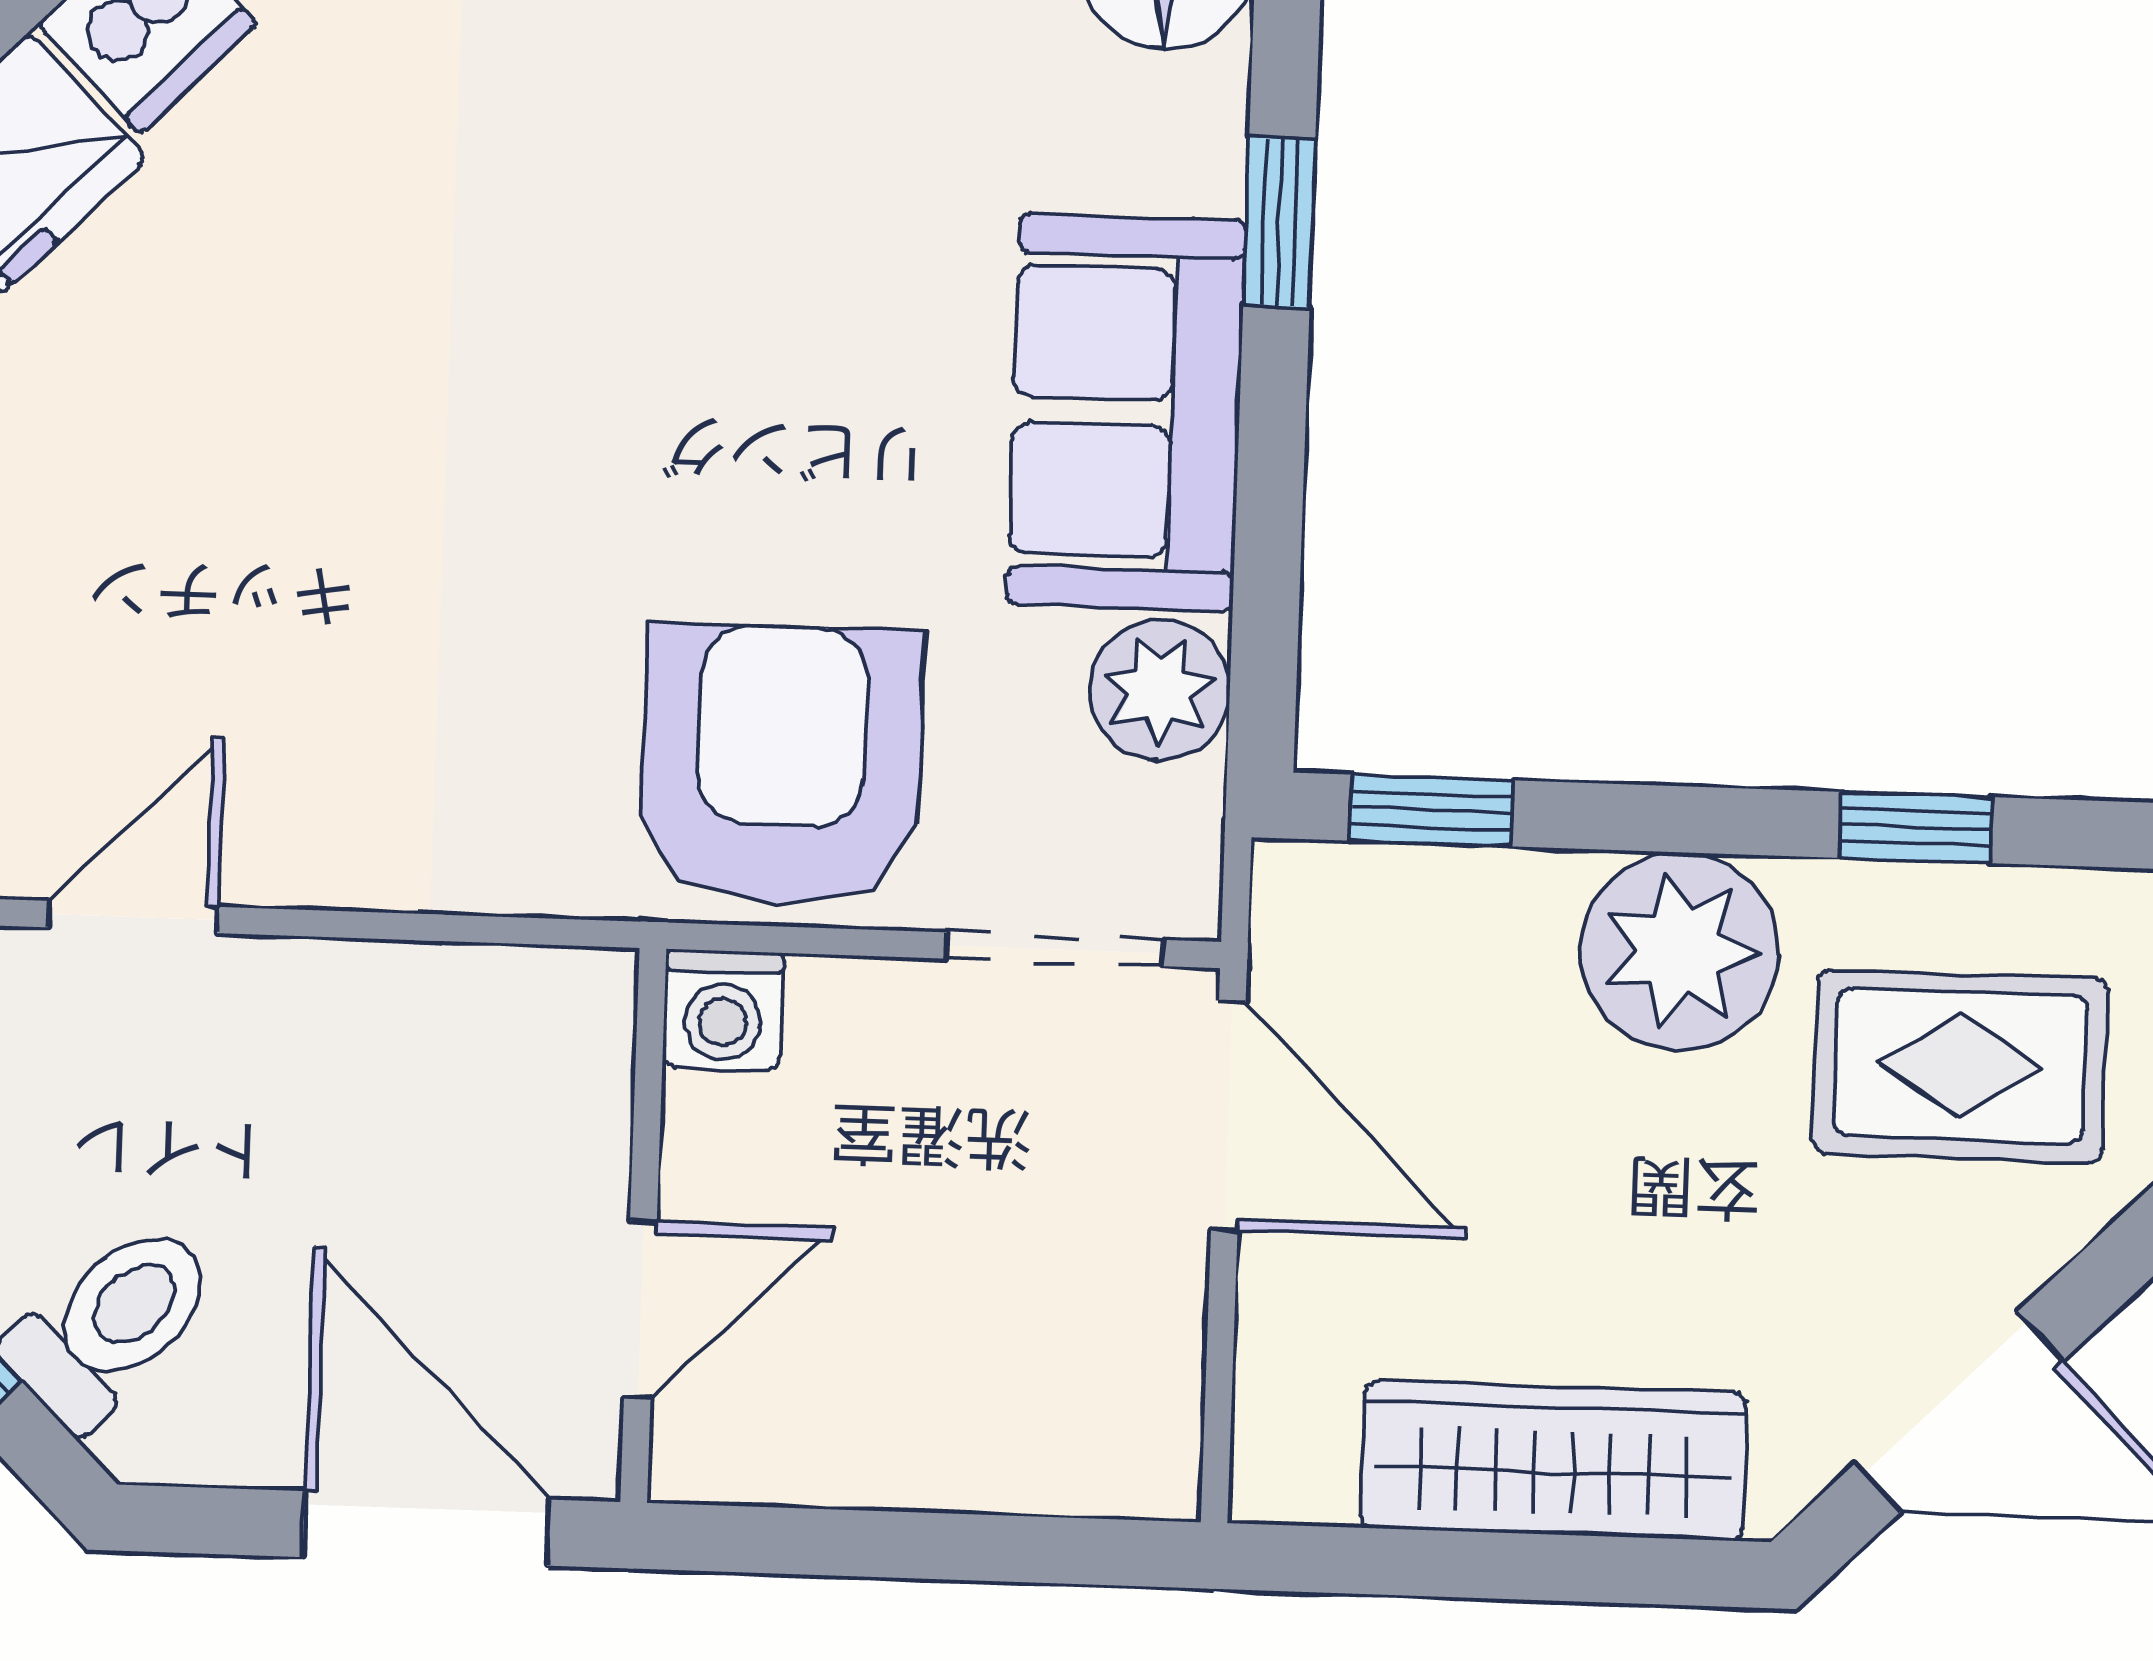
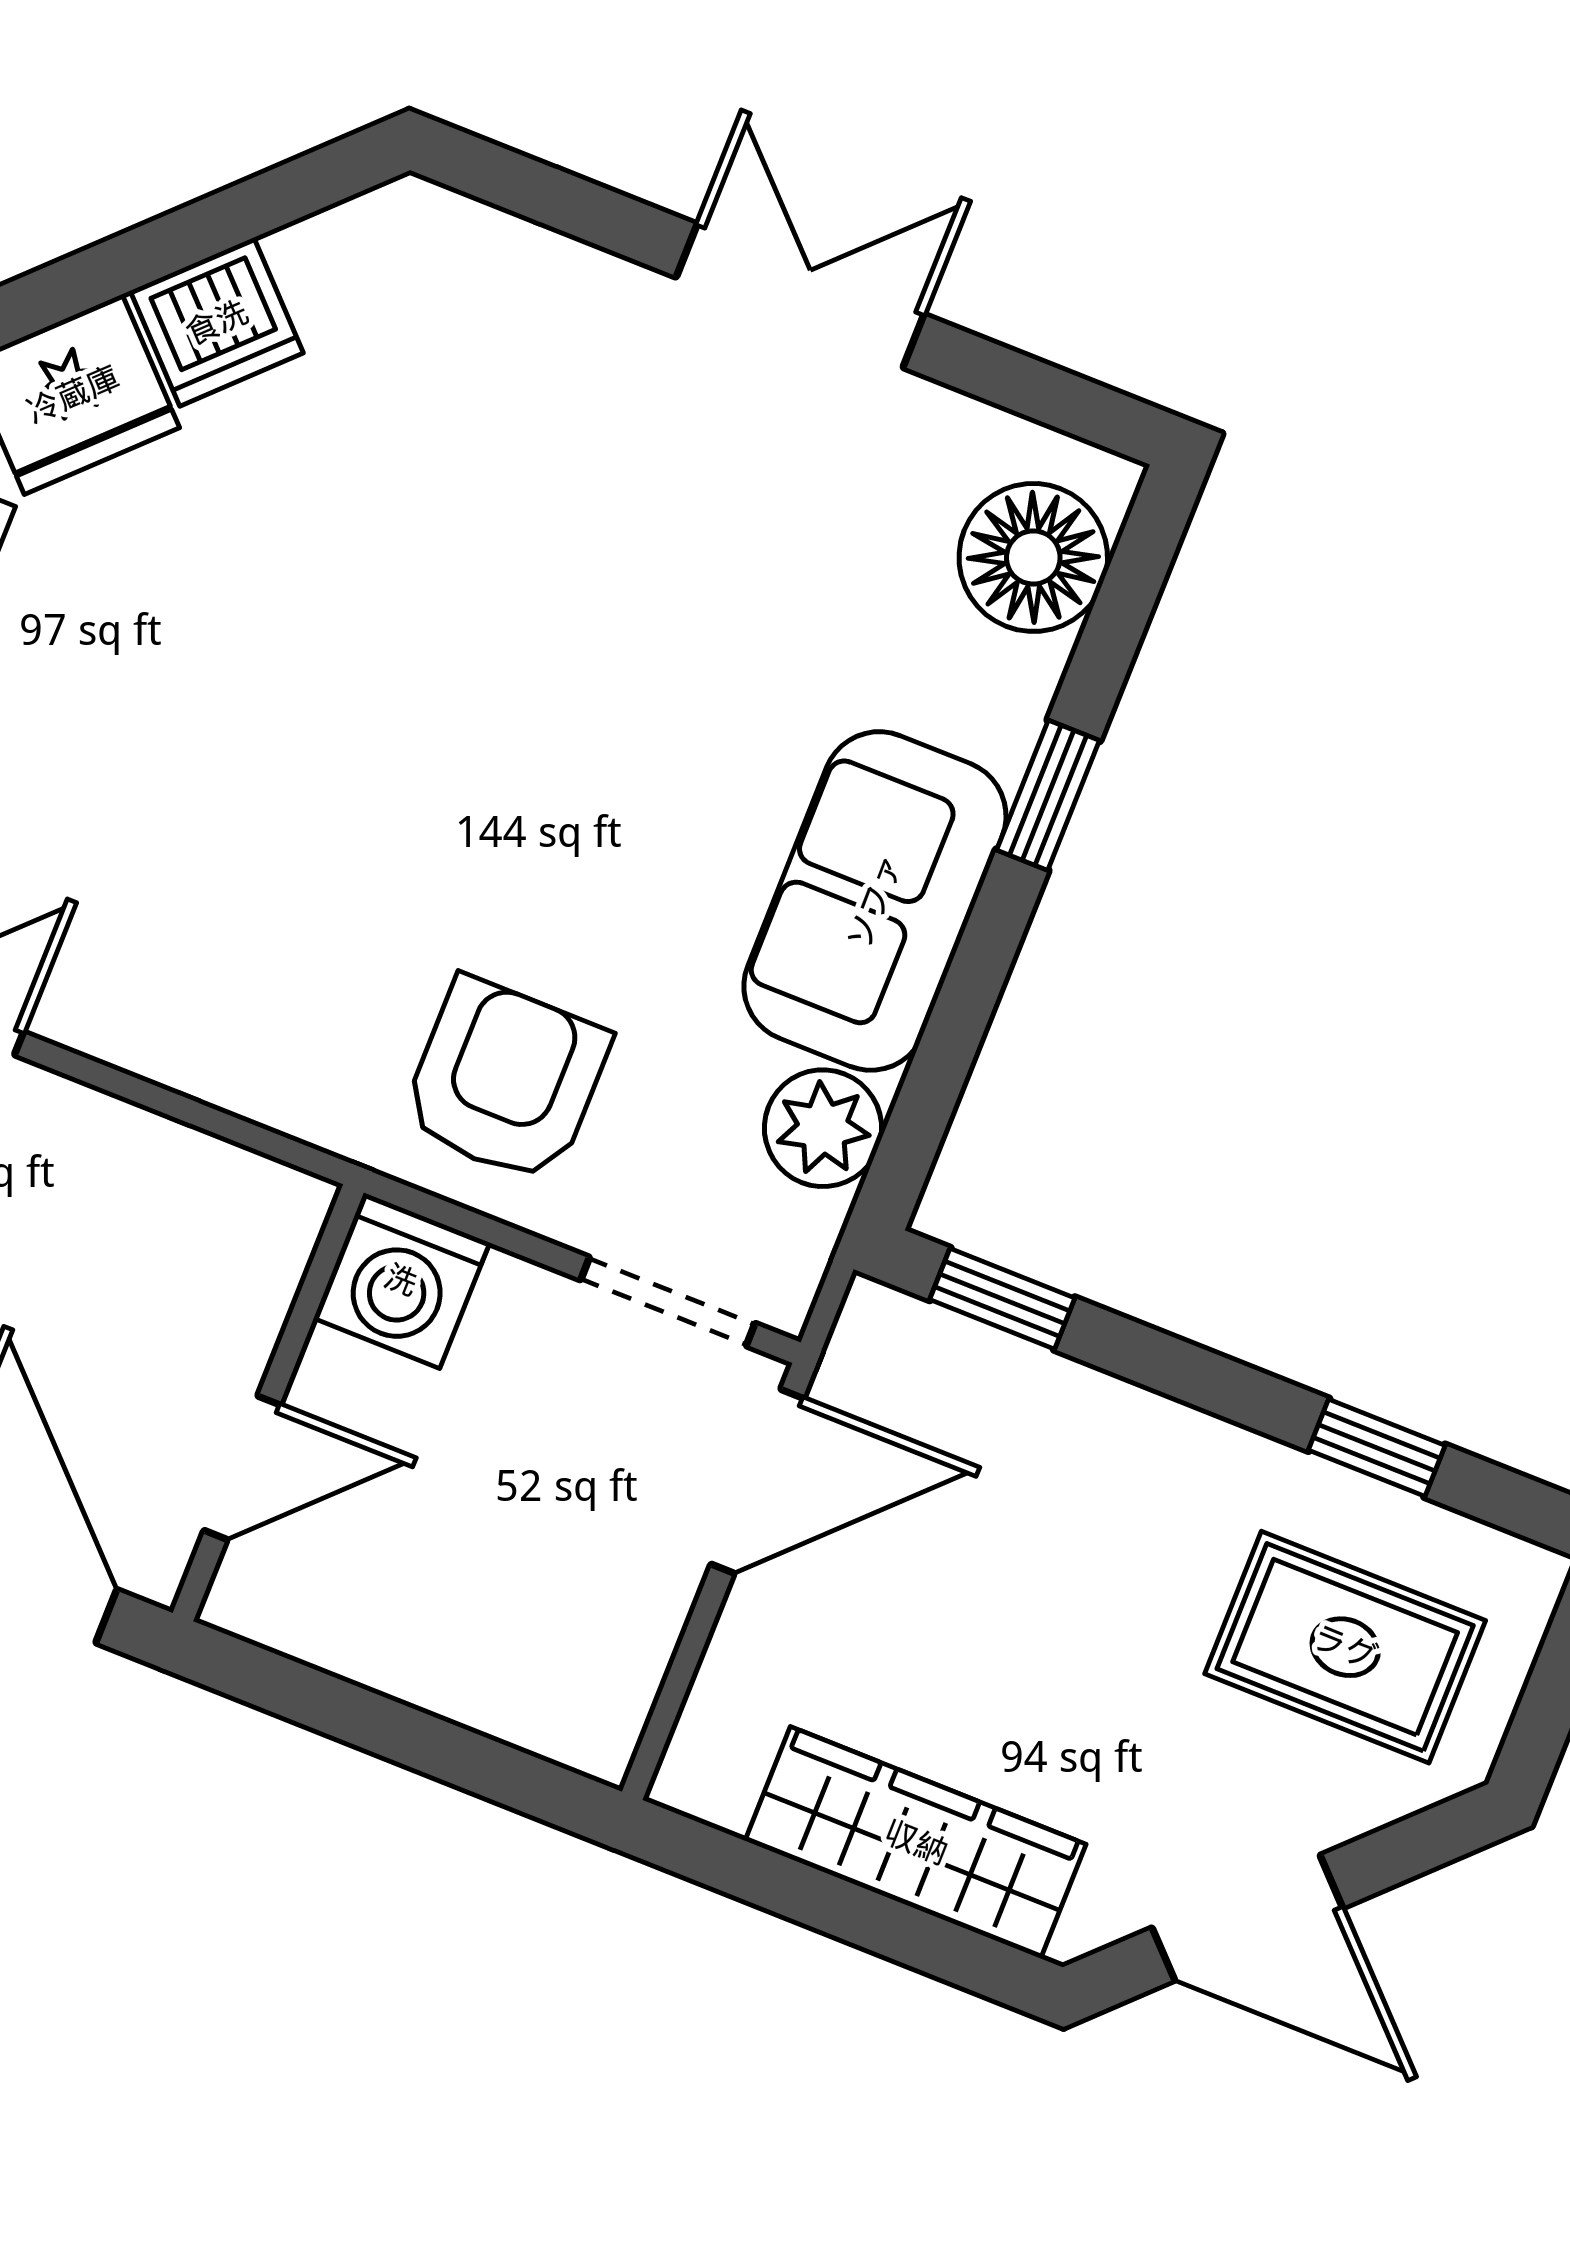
armchair: (781, 765) -> (505, 1080), width x0.73, depth x0.73
plant: (1680, 951) -> (1157, 1478), removed
washing machine: (723, 1010) -> (402, 1280), width x1.38, depth x1.38
door: (1228, 1116) -> (757, 1481), hinge flipped

